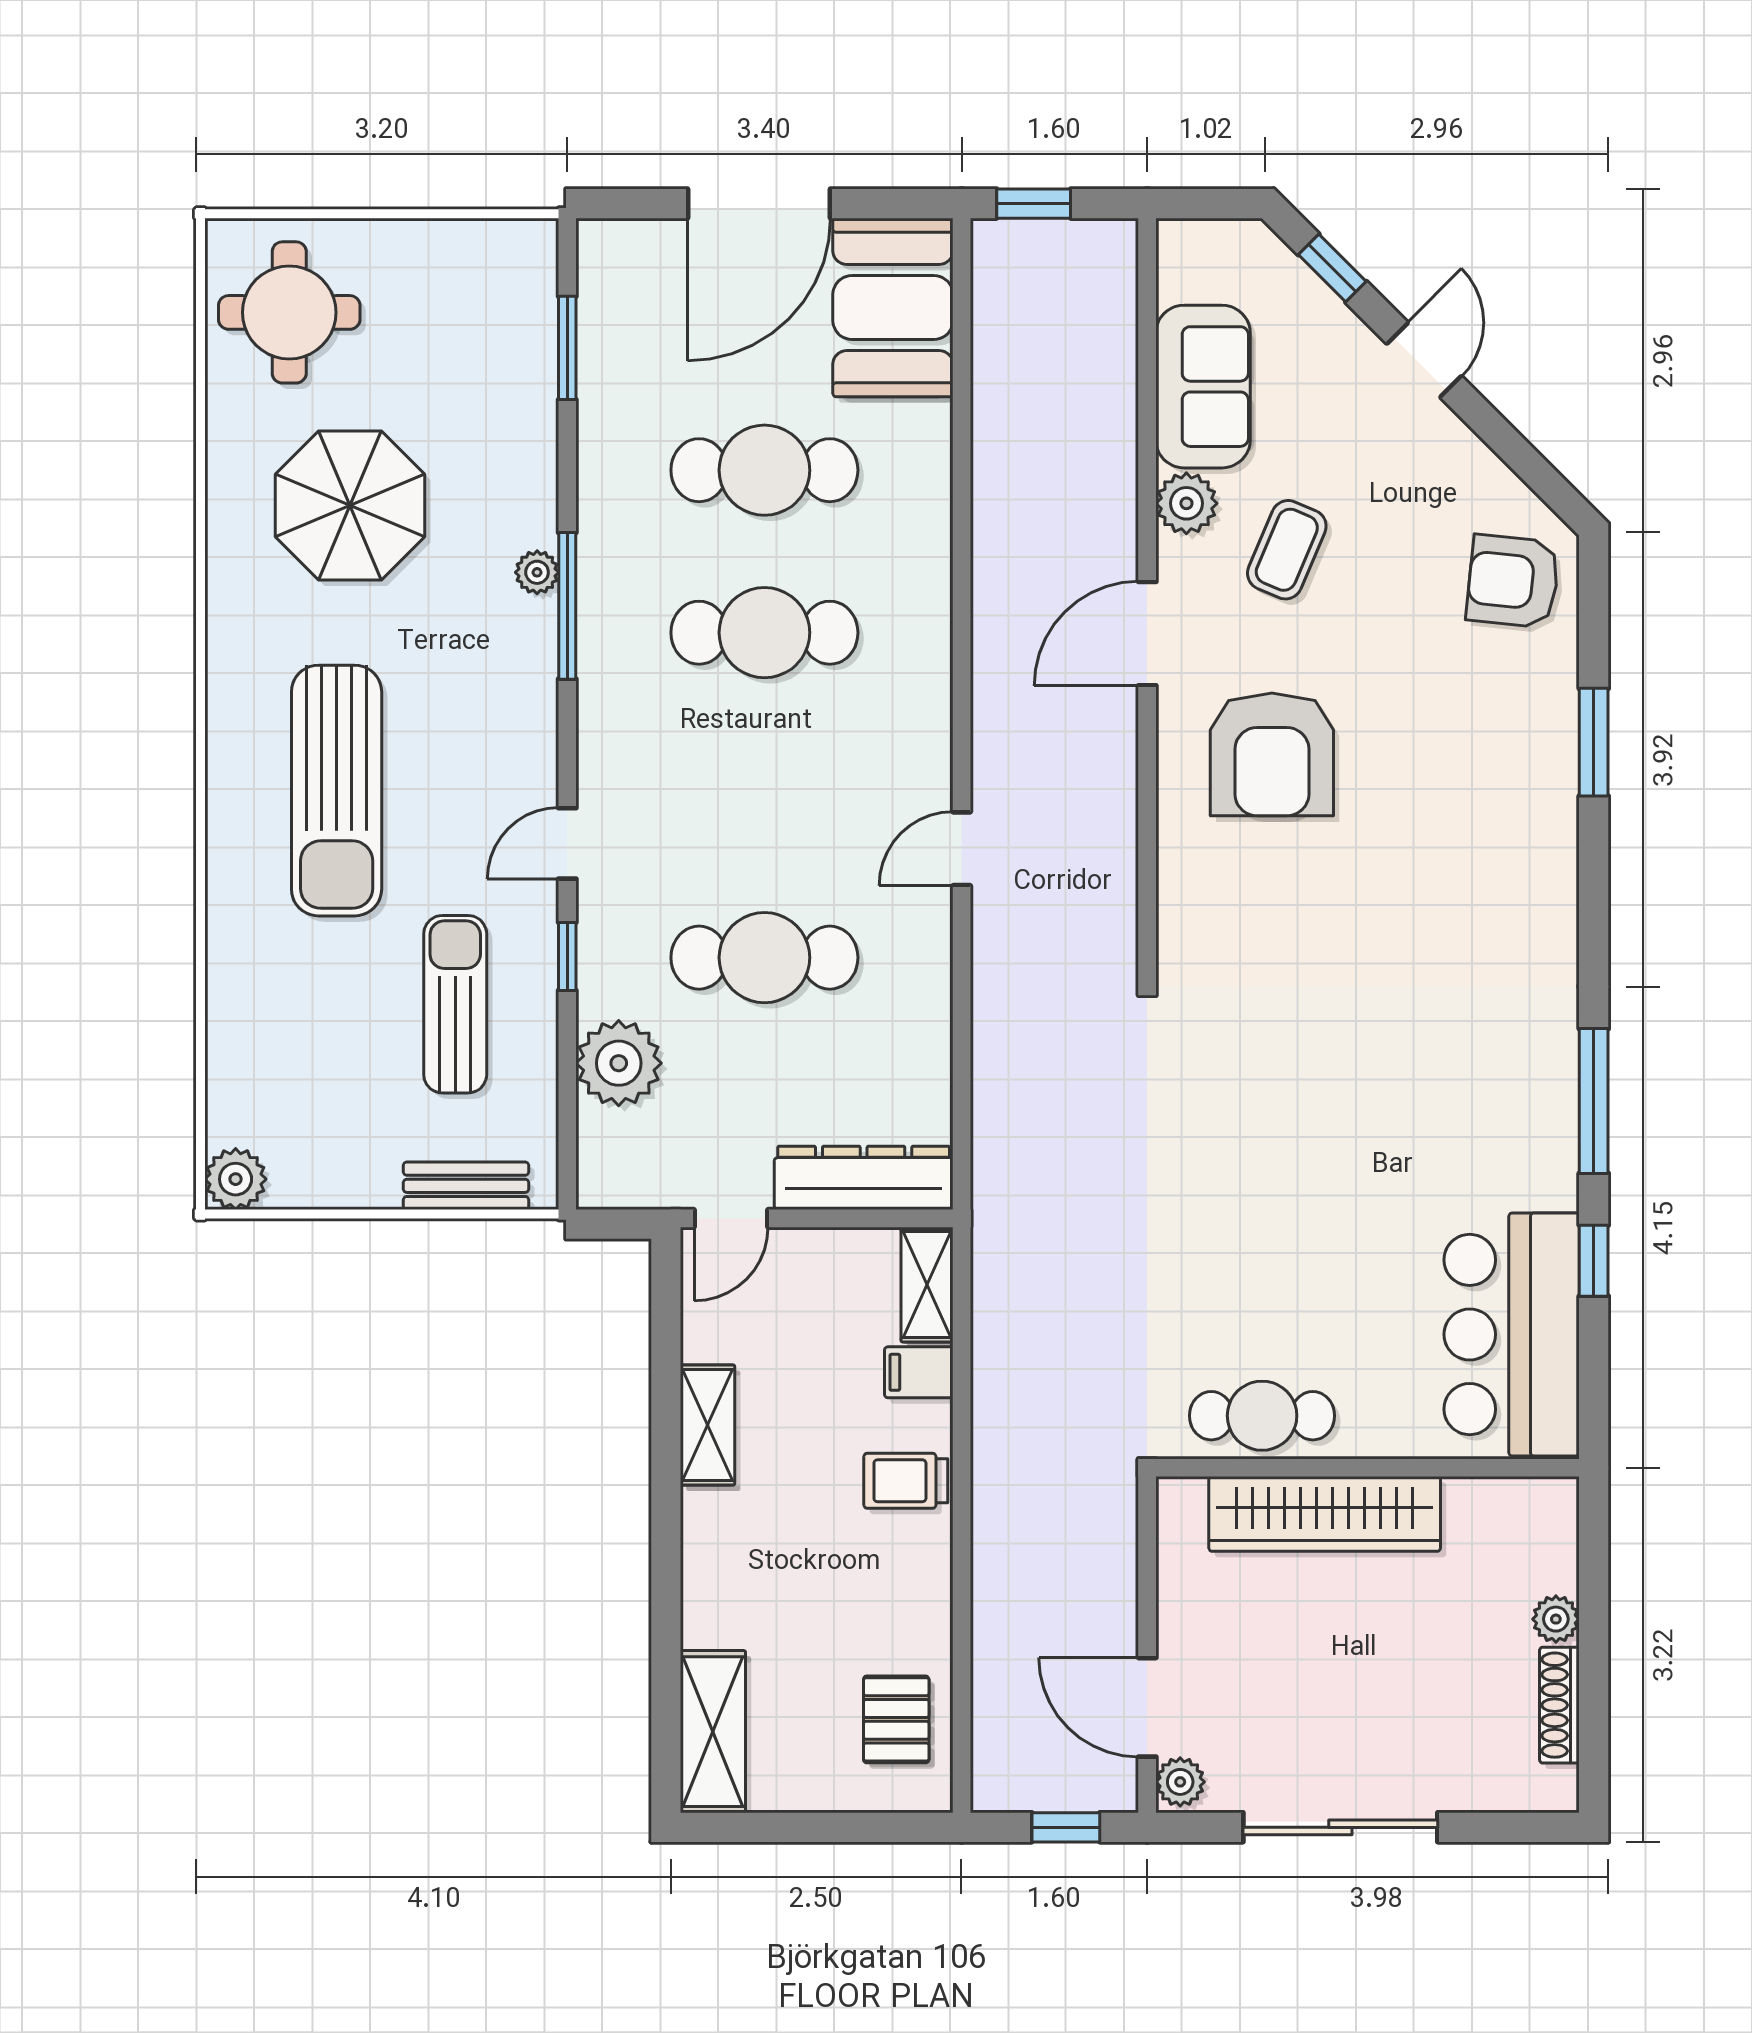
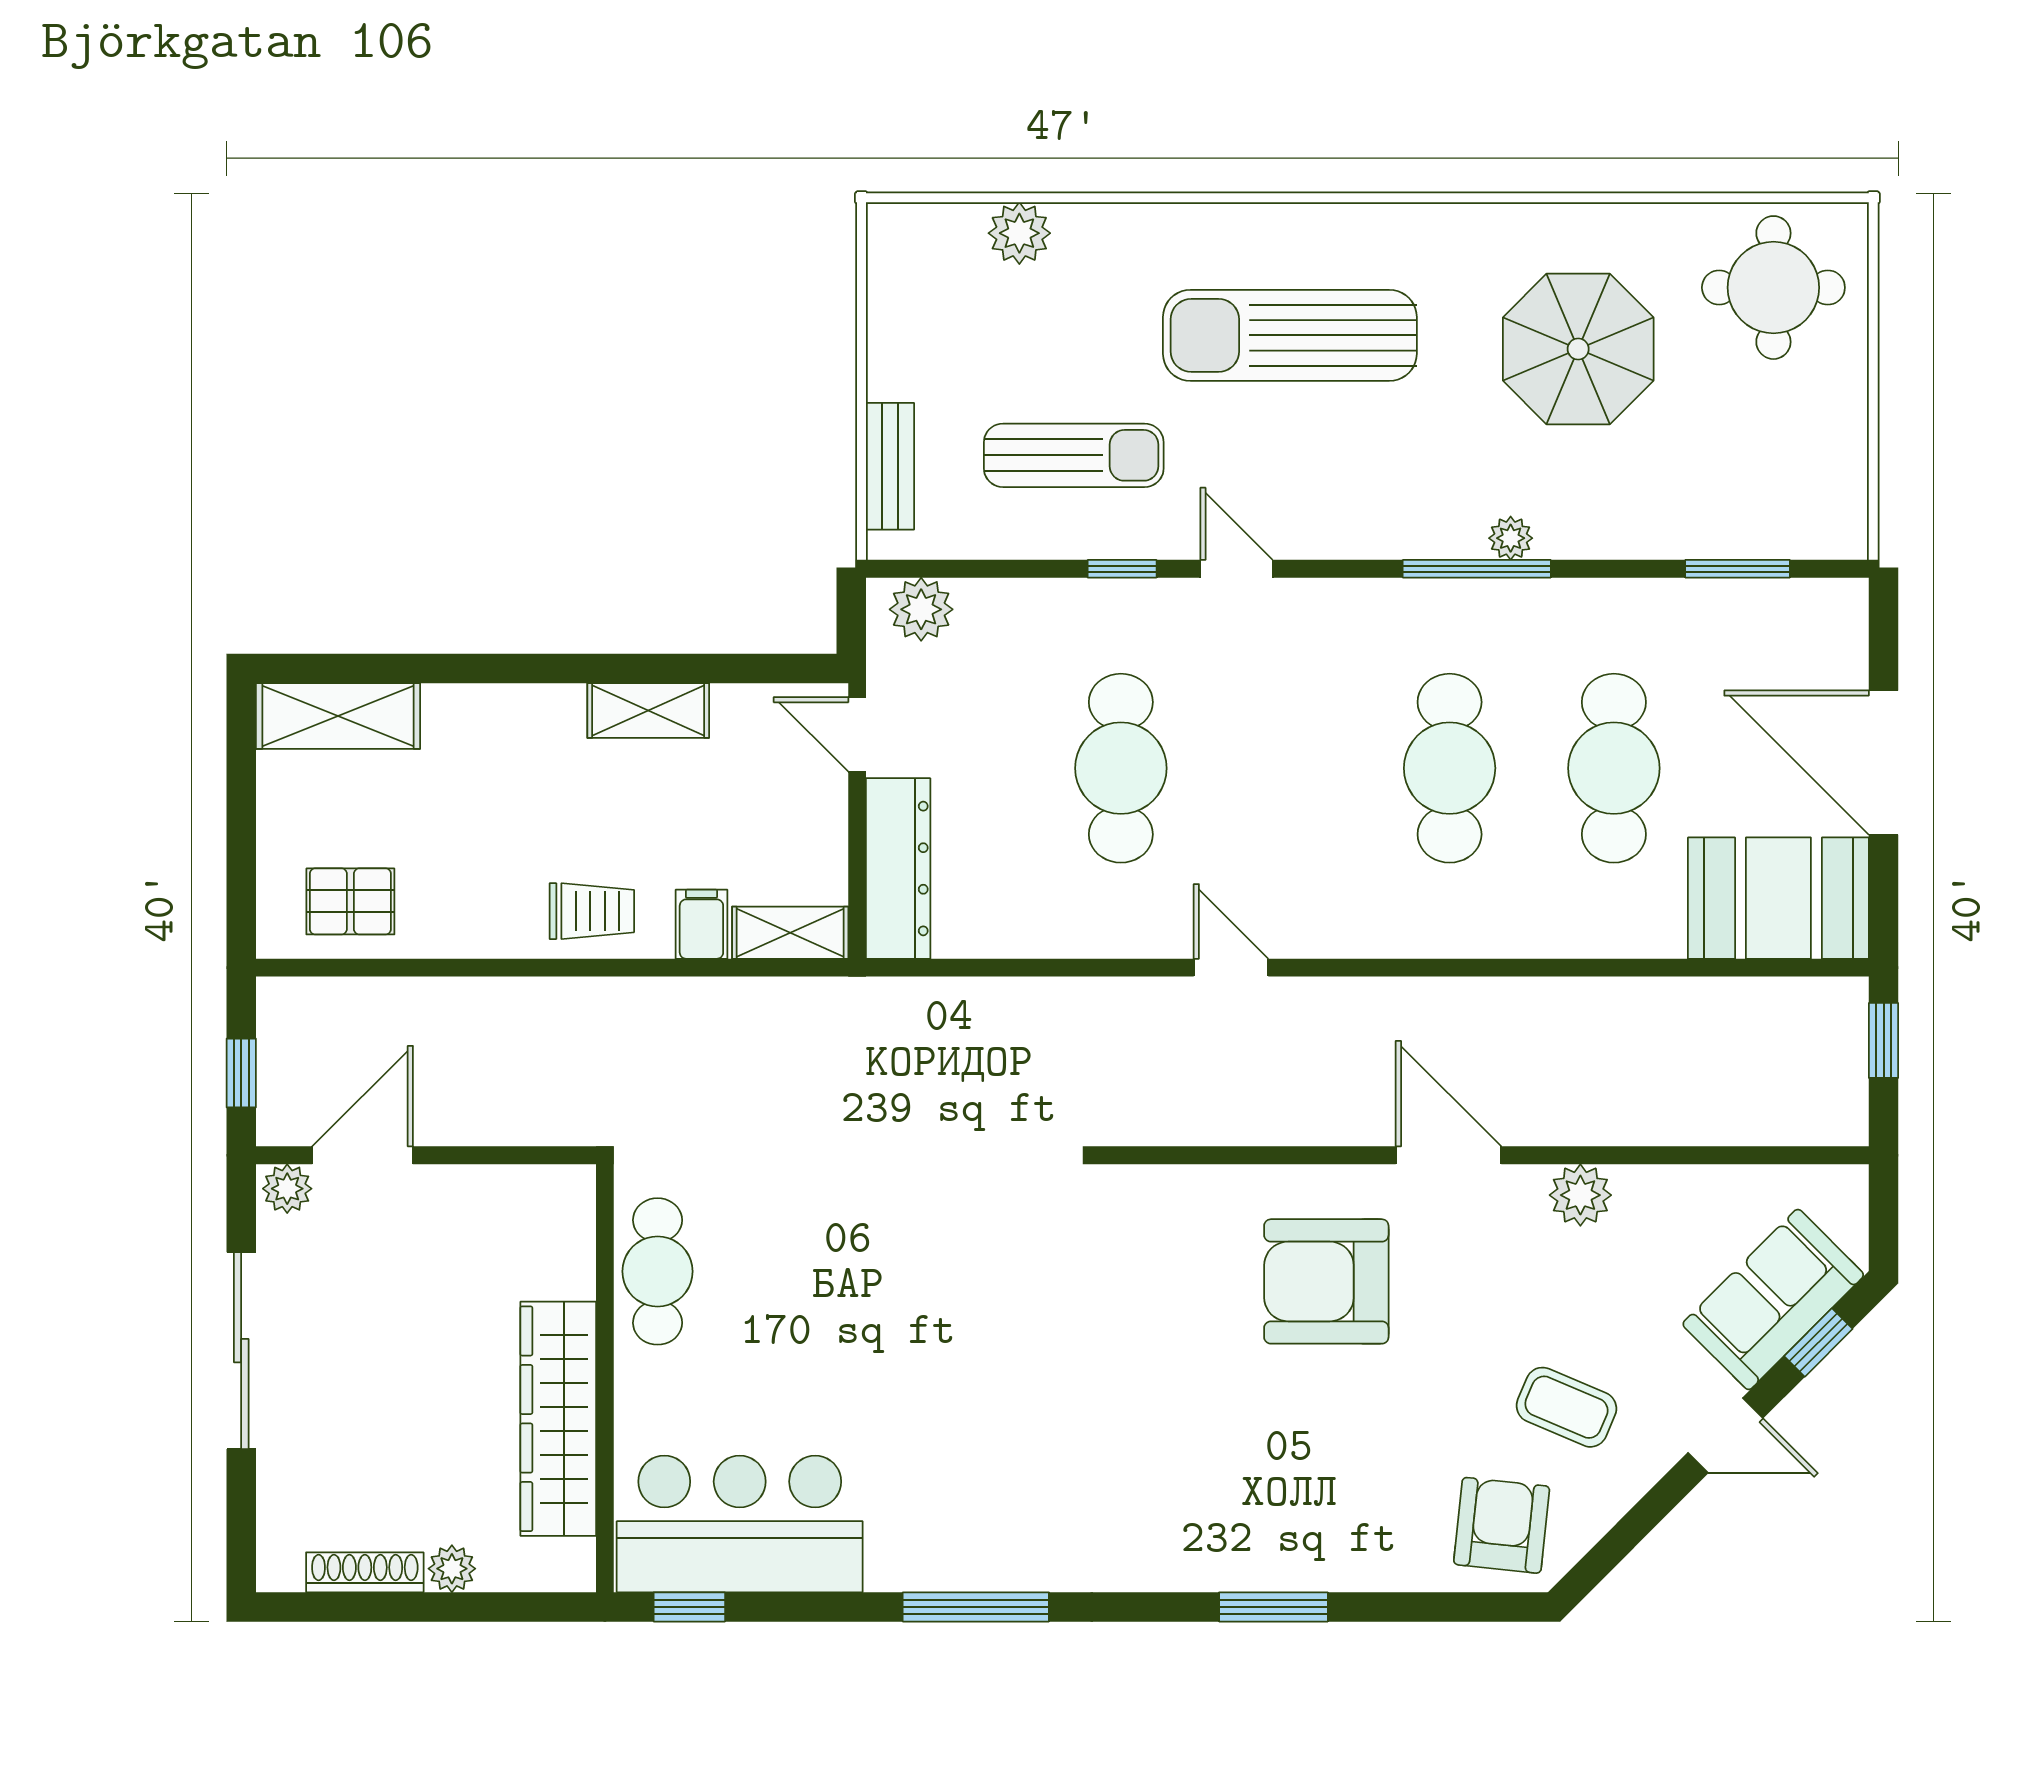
sofa: (1203, 387) -> (1773, 1299), moved, turned 135
coffee table: (1287, 550) -> (1566, 1407), moved
window: (1594, 742) -> (1273, 1607), moved
plant: (619, 1063) -> (921, 609), moved, width x0.73, depth x0.73
plant: (236, 1179) -> (1019, 233), moved
window: (1594, 1261) -> (689, 1607), moved
trolley: (906, 1481) -> (592, 911), turned 90
wardrobe: (1325, 1514) -> (558, 1419), moved

